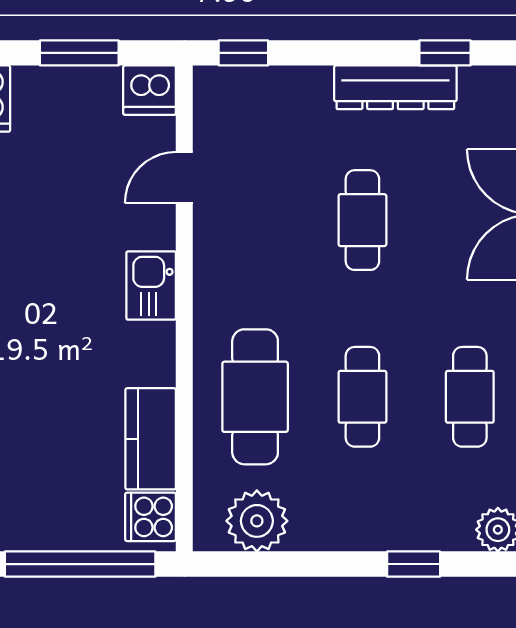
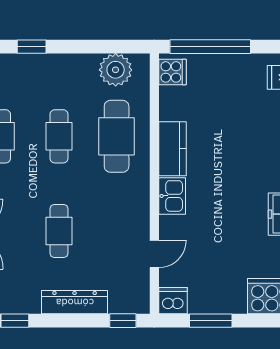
dresser: (395, 87) -> (75, 302), moved
kitchen counter: (151, 439) -> (172, 149), moved

